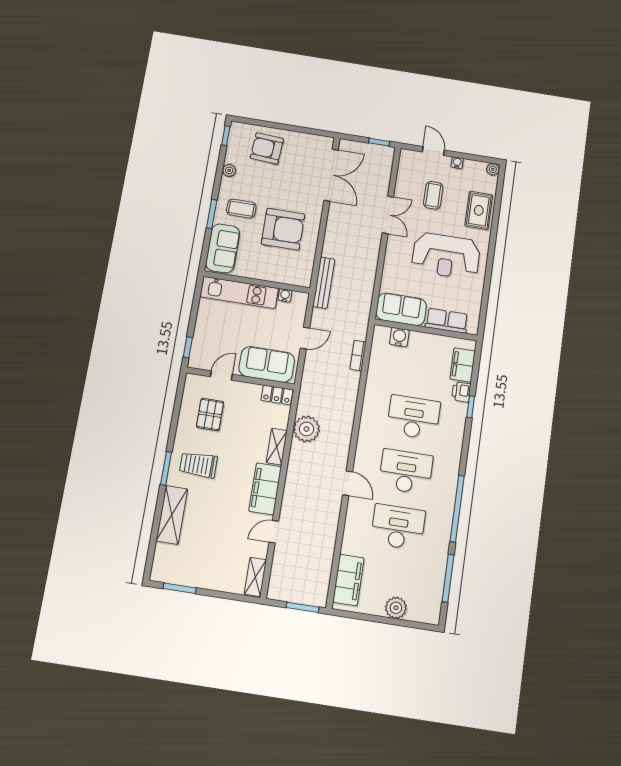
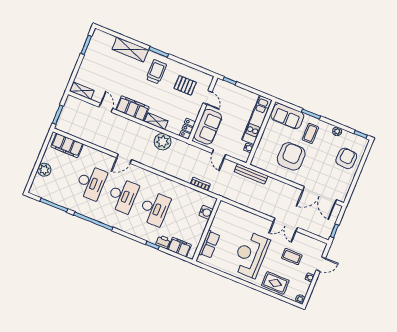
armchair: (283, 229) -> (291, 156), turned 180
sofa: (401, 309) -> (223, 218), removed

